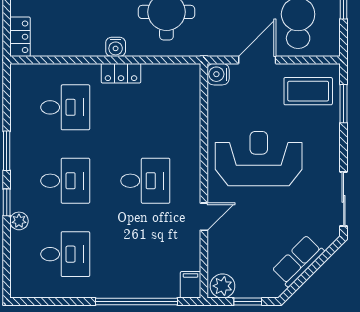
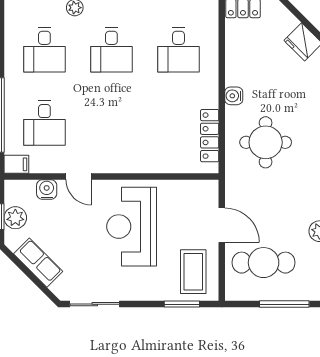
locker: (121, 73) -> (210, 136), moved, width x1.53
water cooler: (218, 74) -> (47, 189), moved
reception desk: (259, 159) -> (132, 227), turned 180
desk: (145, 181) -> (44, 123), moved
plant: (223, 286) -> (15, 218), moved

